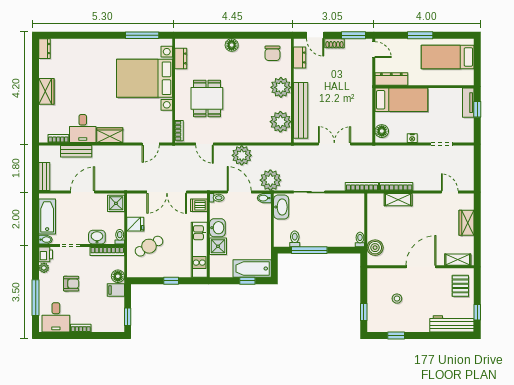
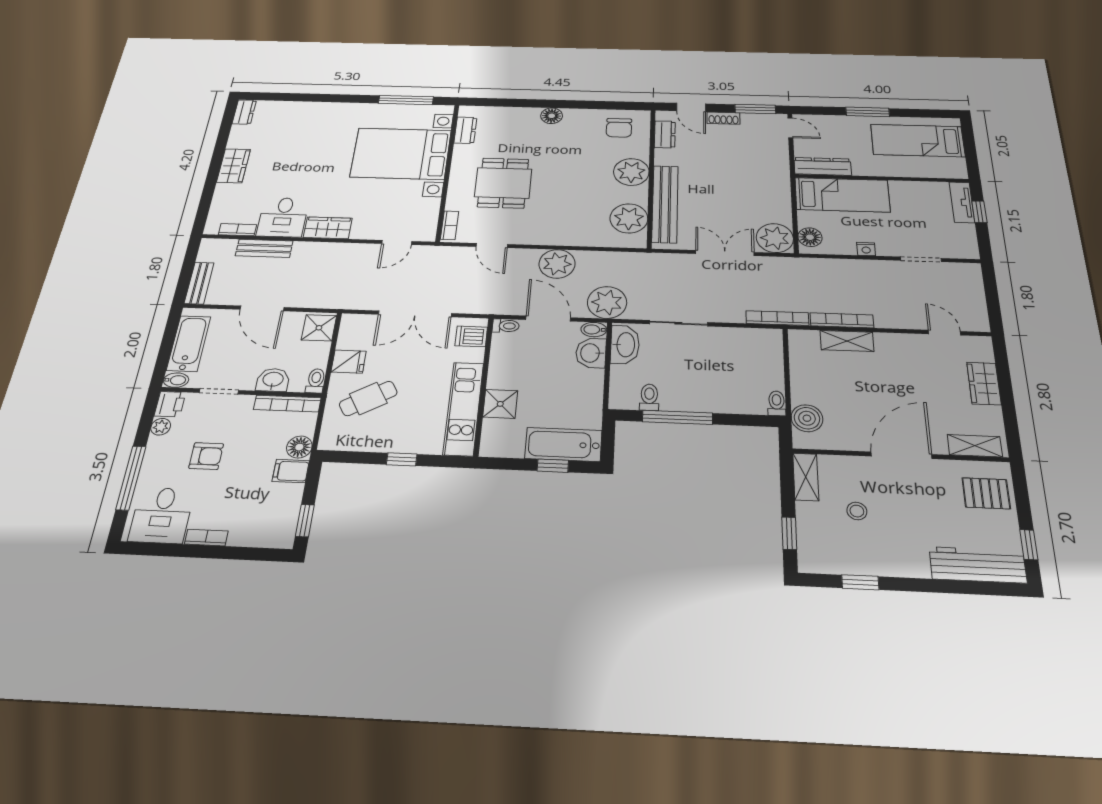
plant: (362, 132) -> (775, 238), added
door: (83, 192) -> (262, 308), swing flipped
washbasin: (217, 228) -> (591, 353), moved, turned 180
shelving: (373, 281) -> (806, 477), added
pallet: (460, 286) -> (986, 493), turned 90

